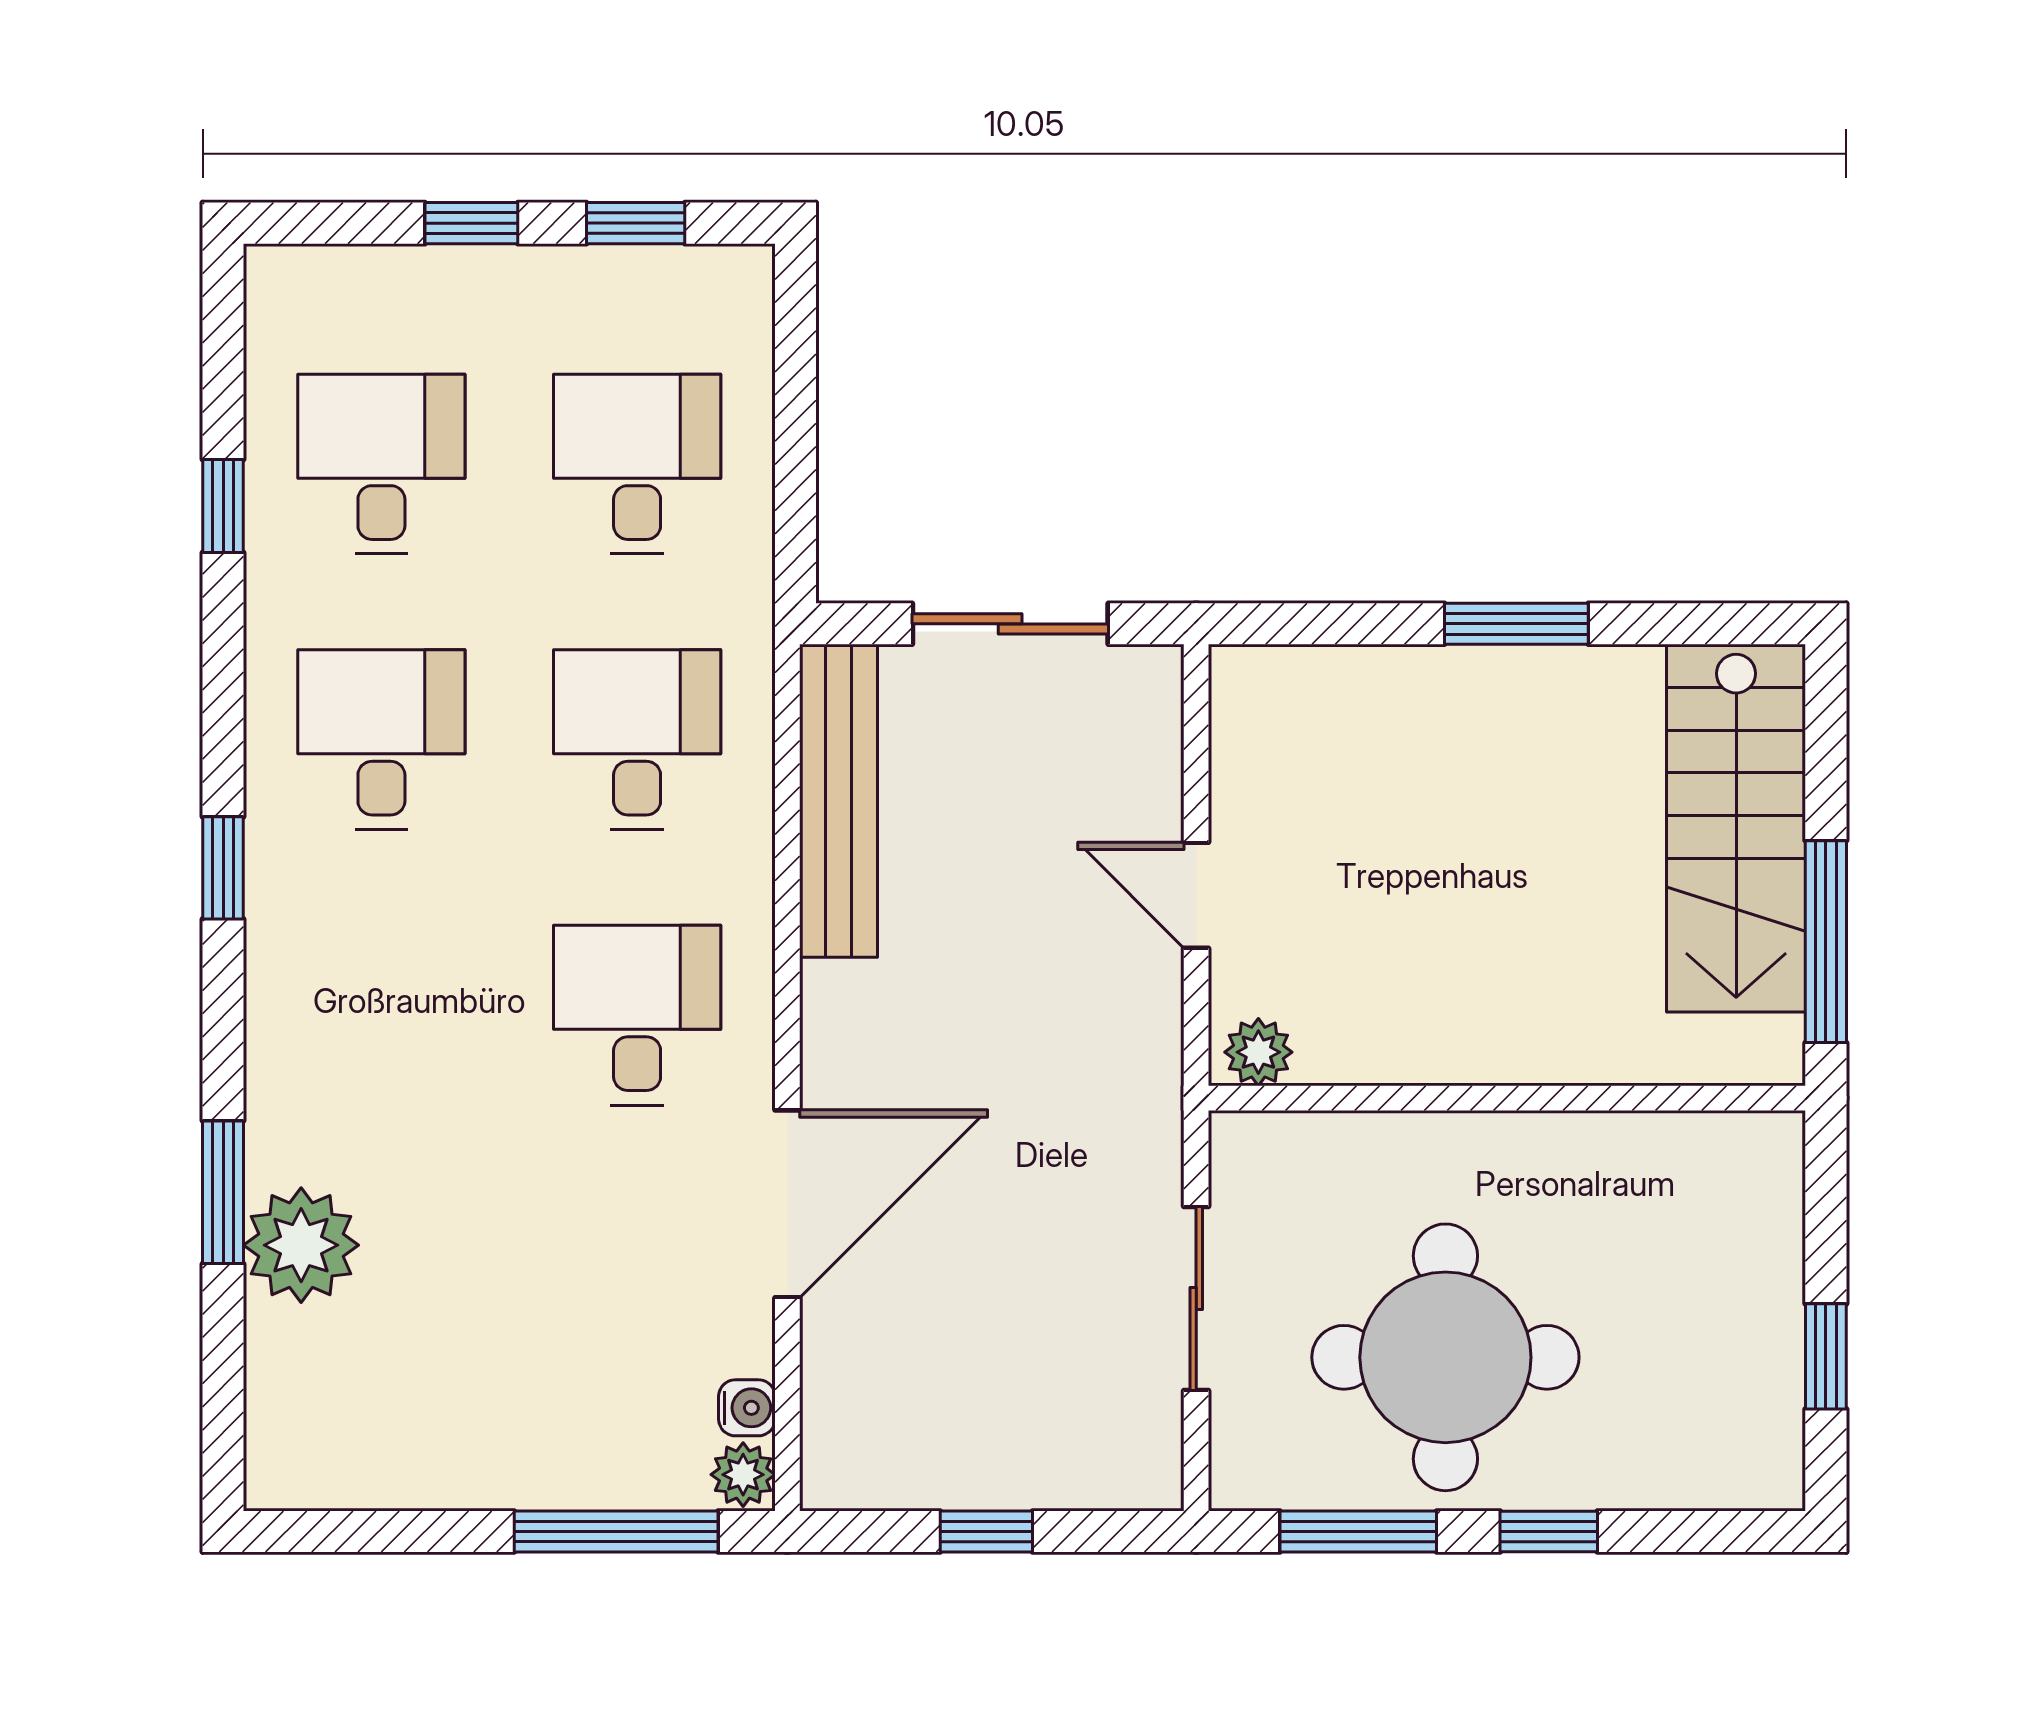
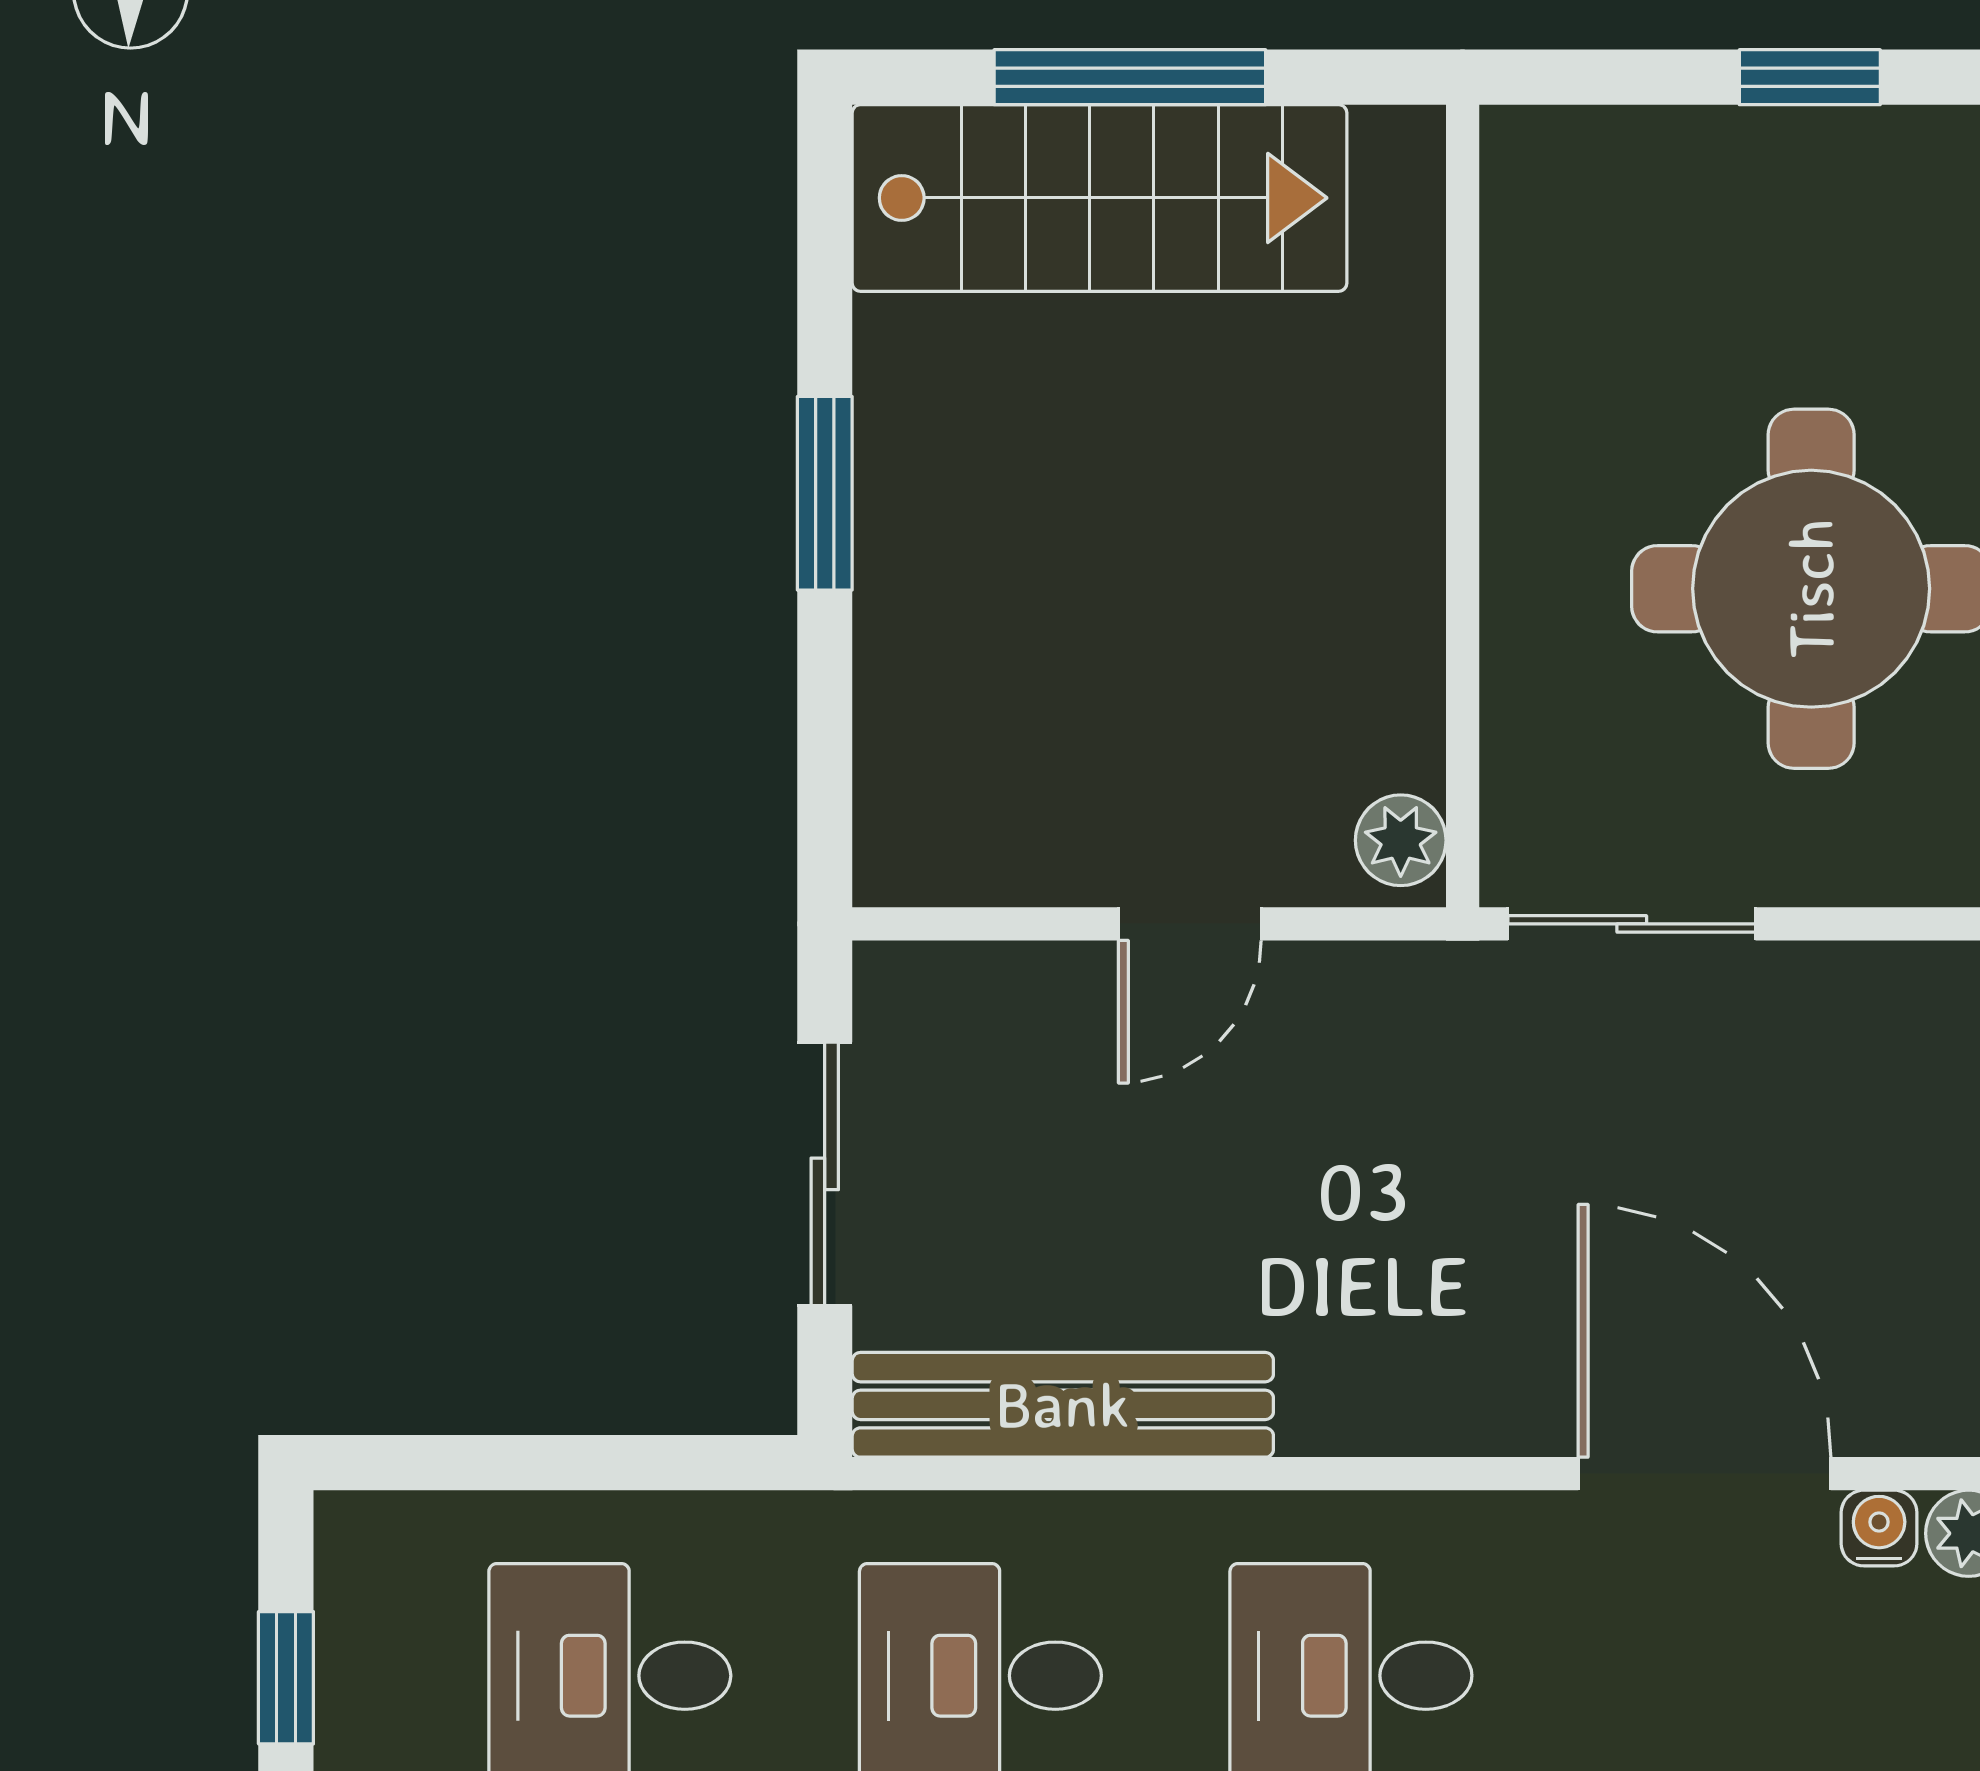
window: (1826, 942) -> (1130, 77), moved
door: (787, 1204) -> (1705, 1474), moved
sliding door: (1196, 1299) -> (1632, 924), moved

